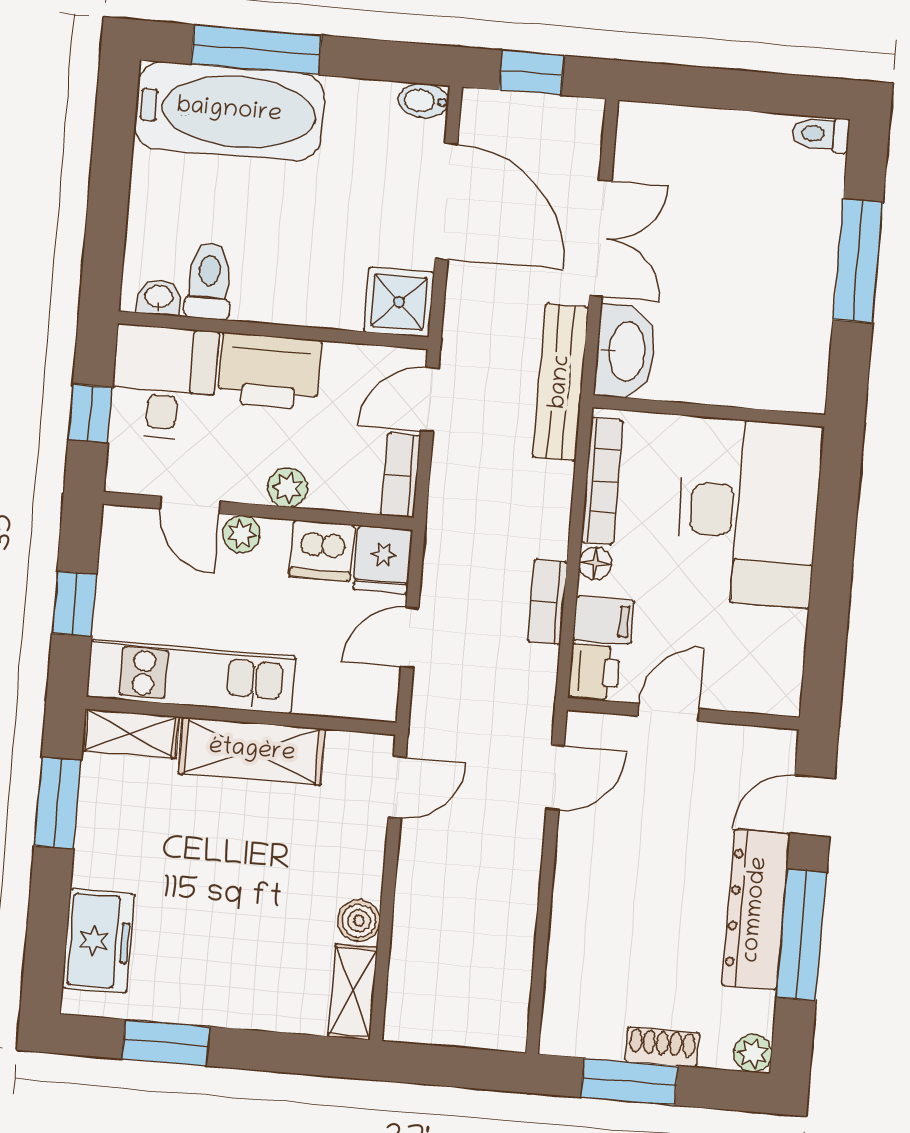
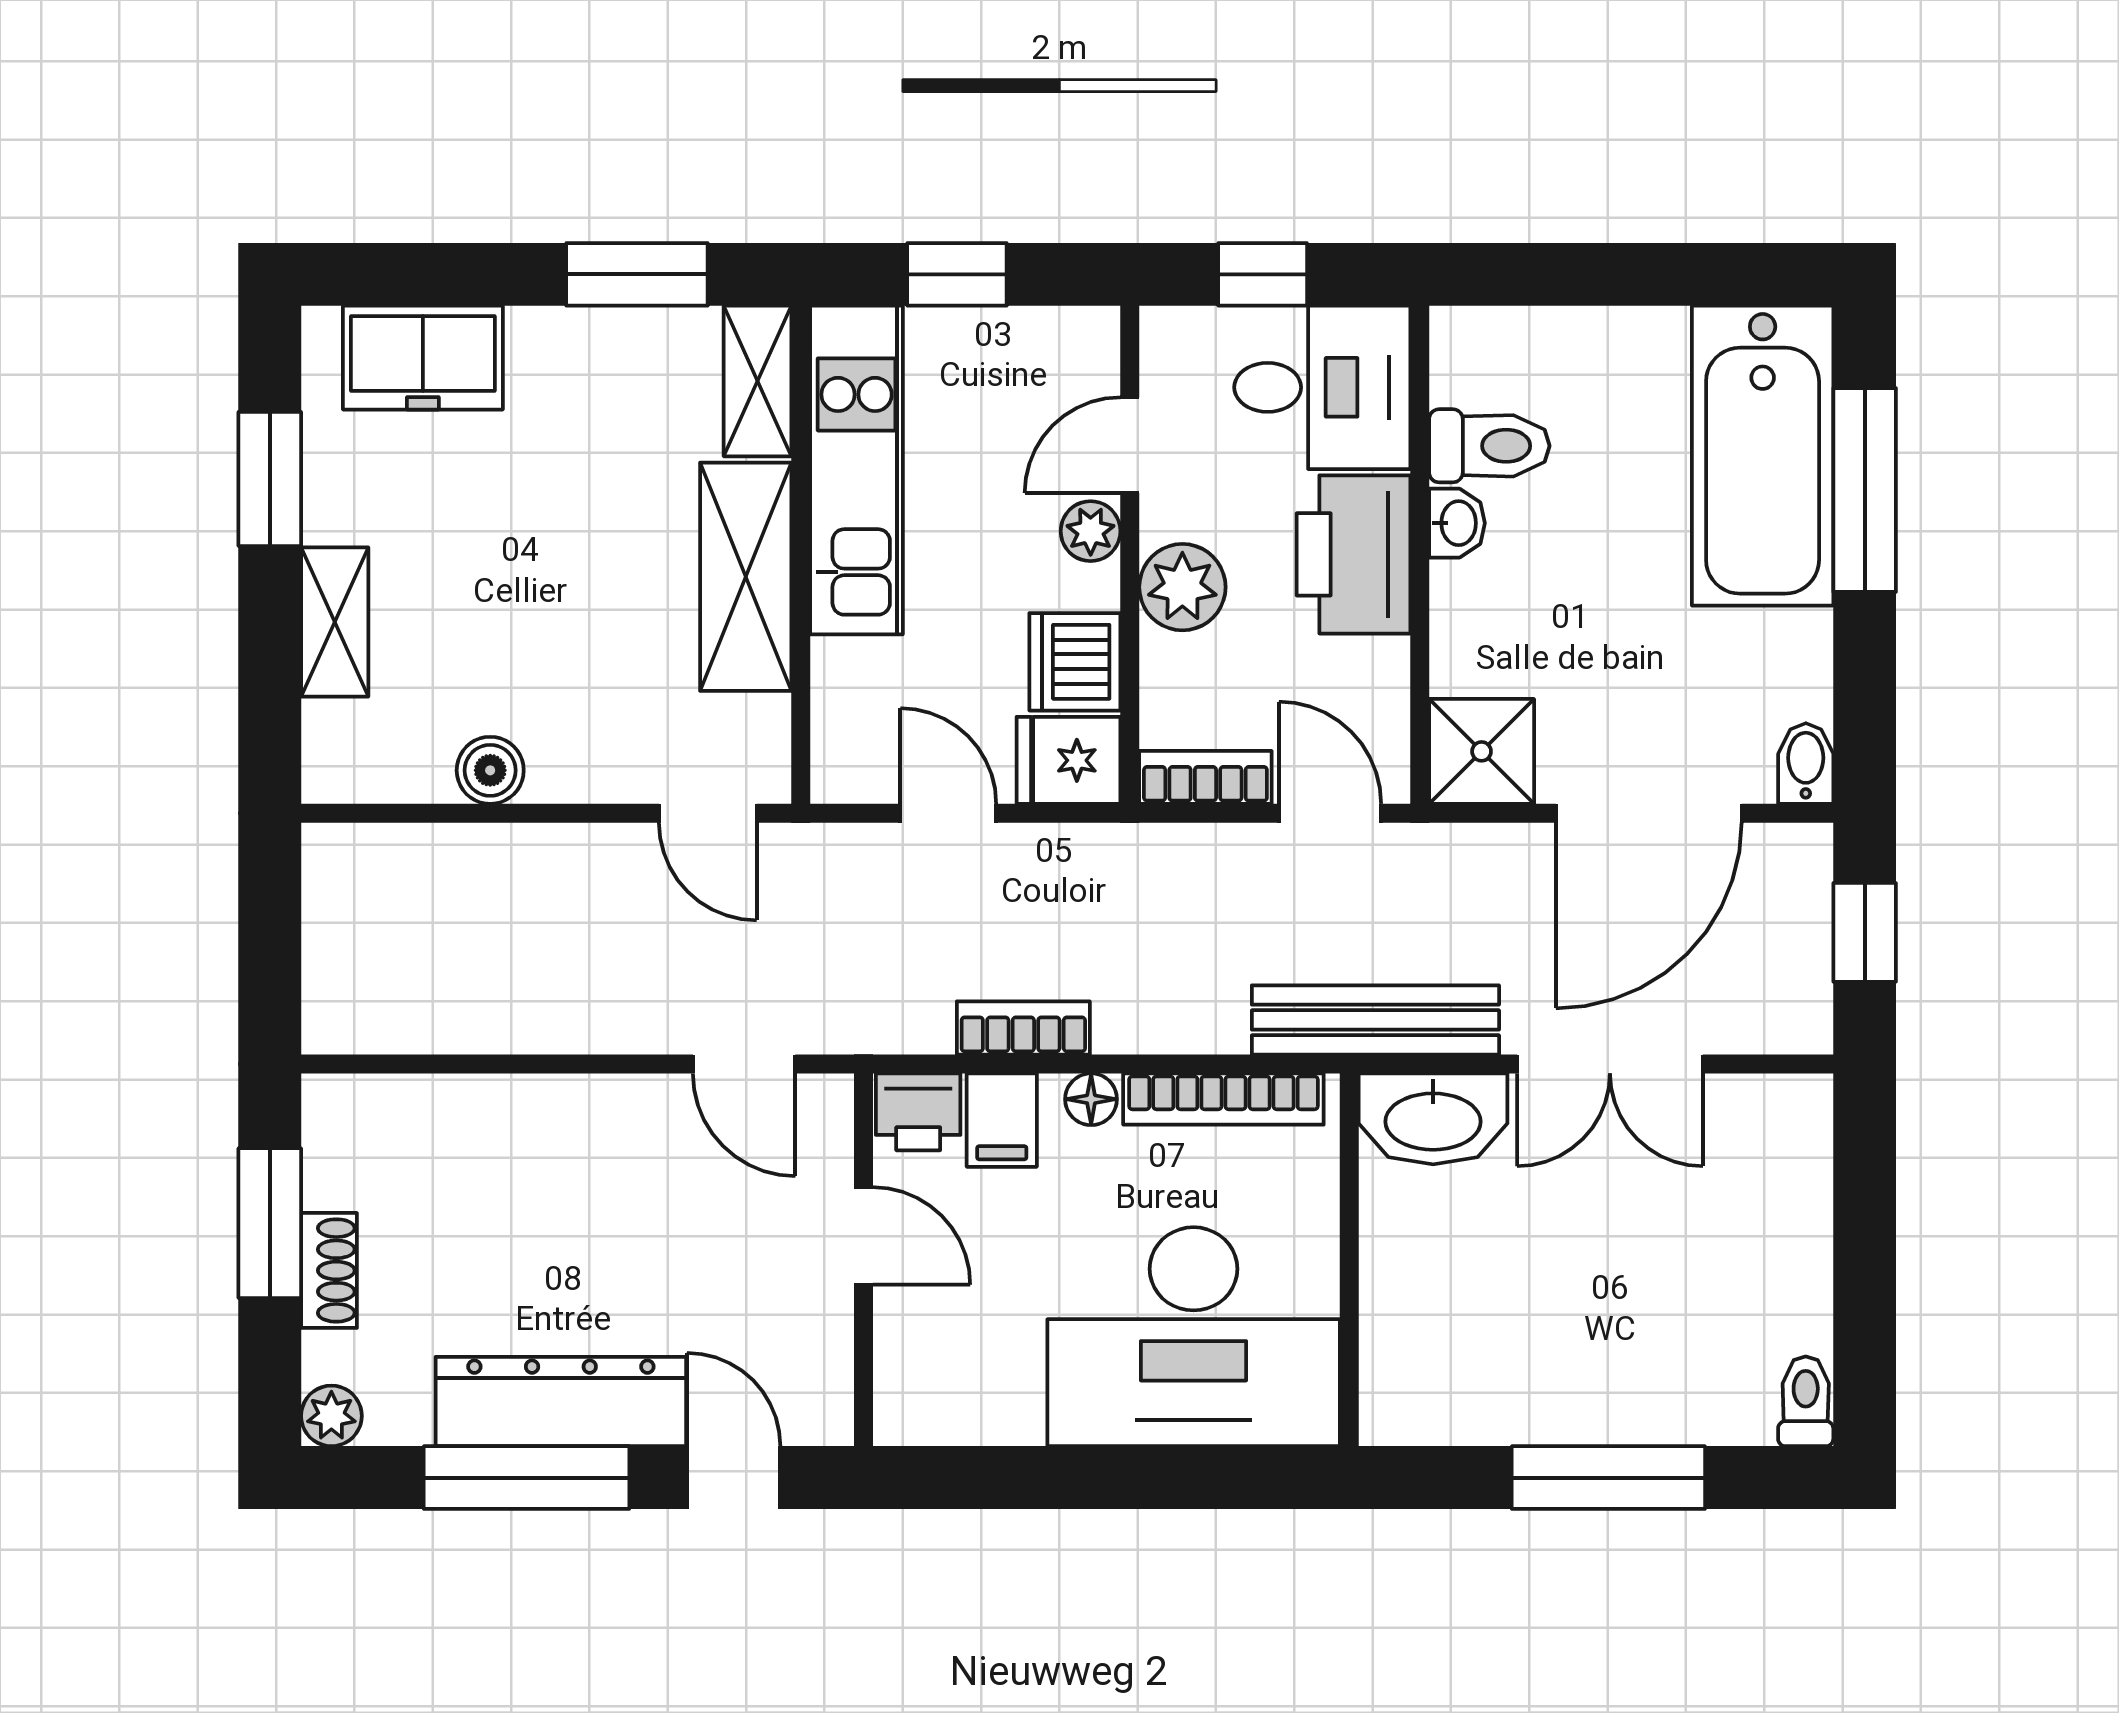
washbasin: (159, 297) -> (1457, 523), moved
plant: (288, 488) -> (1182, 587), width x1.38, depth x1.38
shelving: (353, 992) -> (335, 622), moved, turned 90

